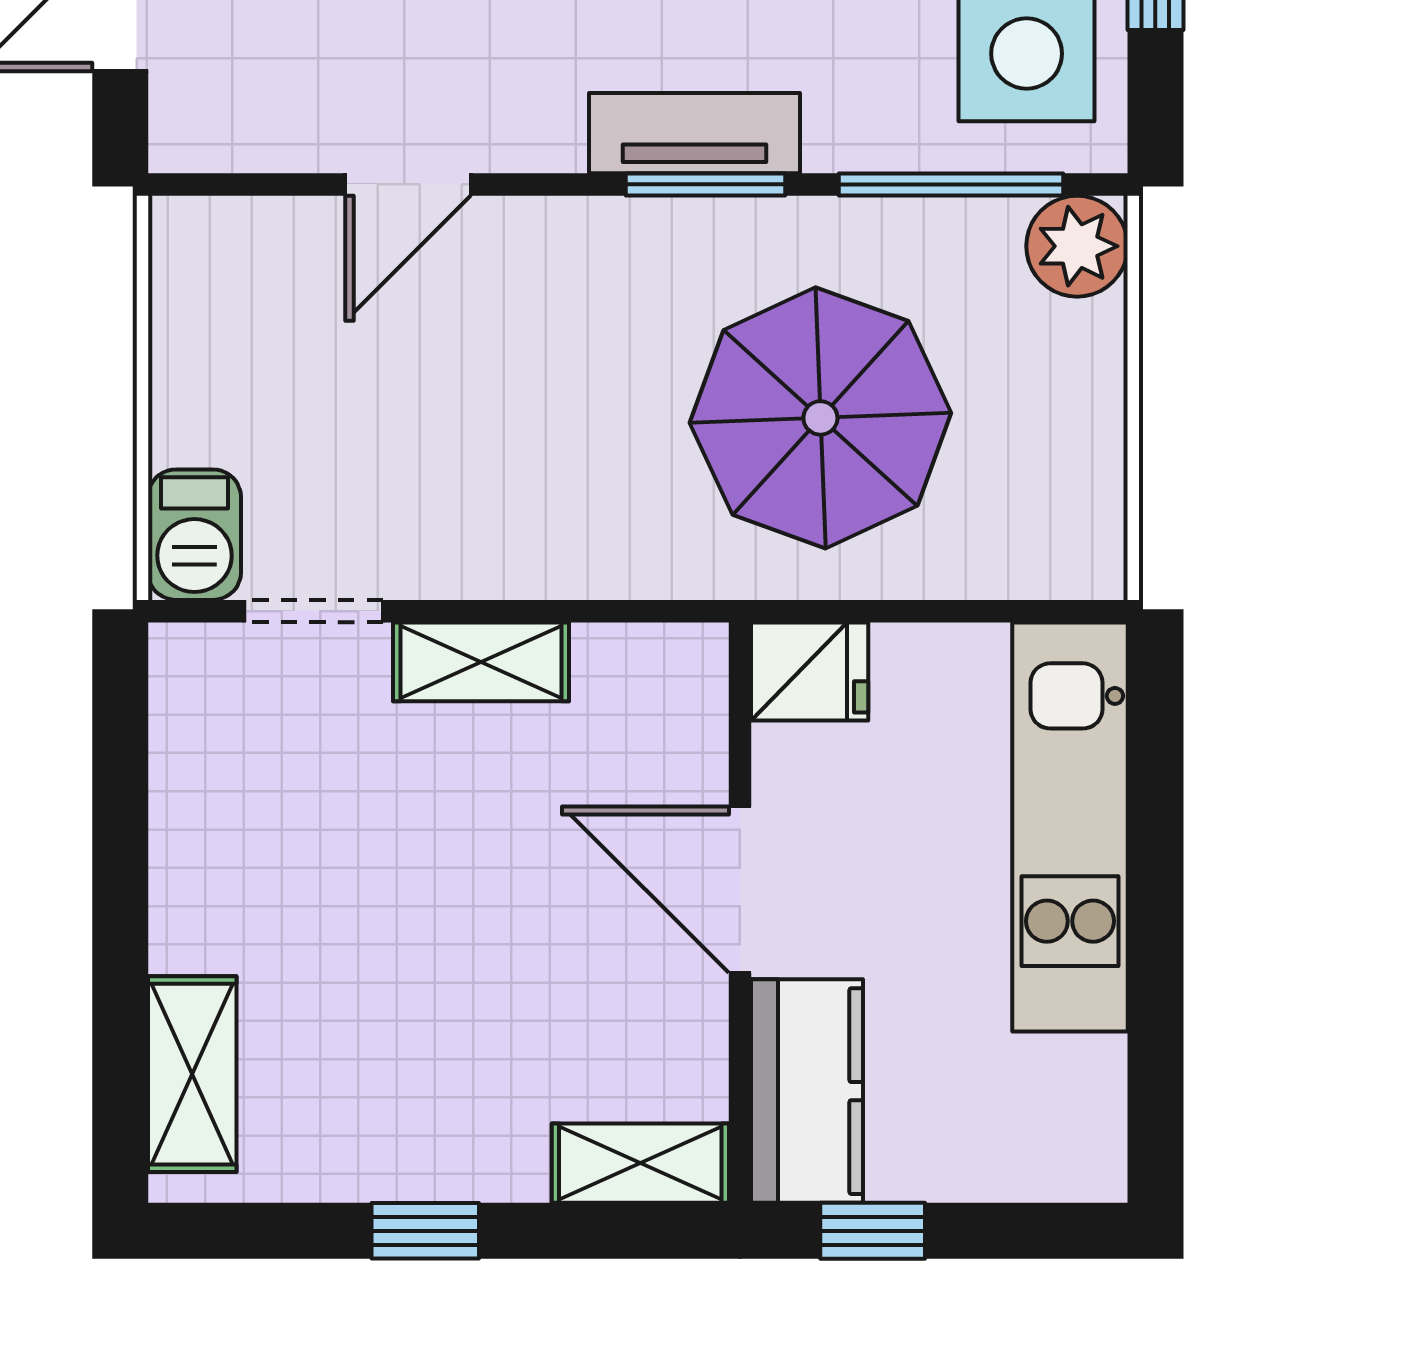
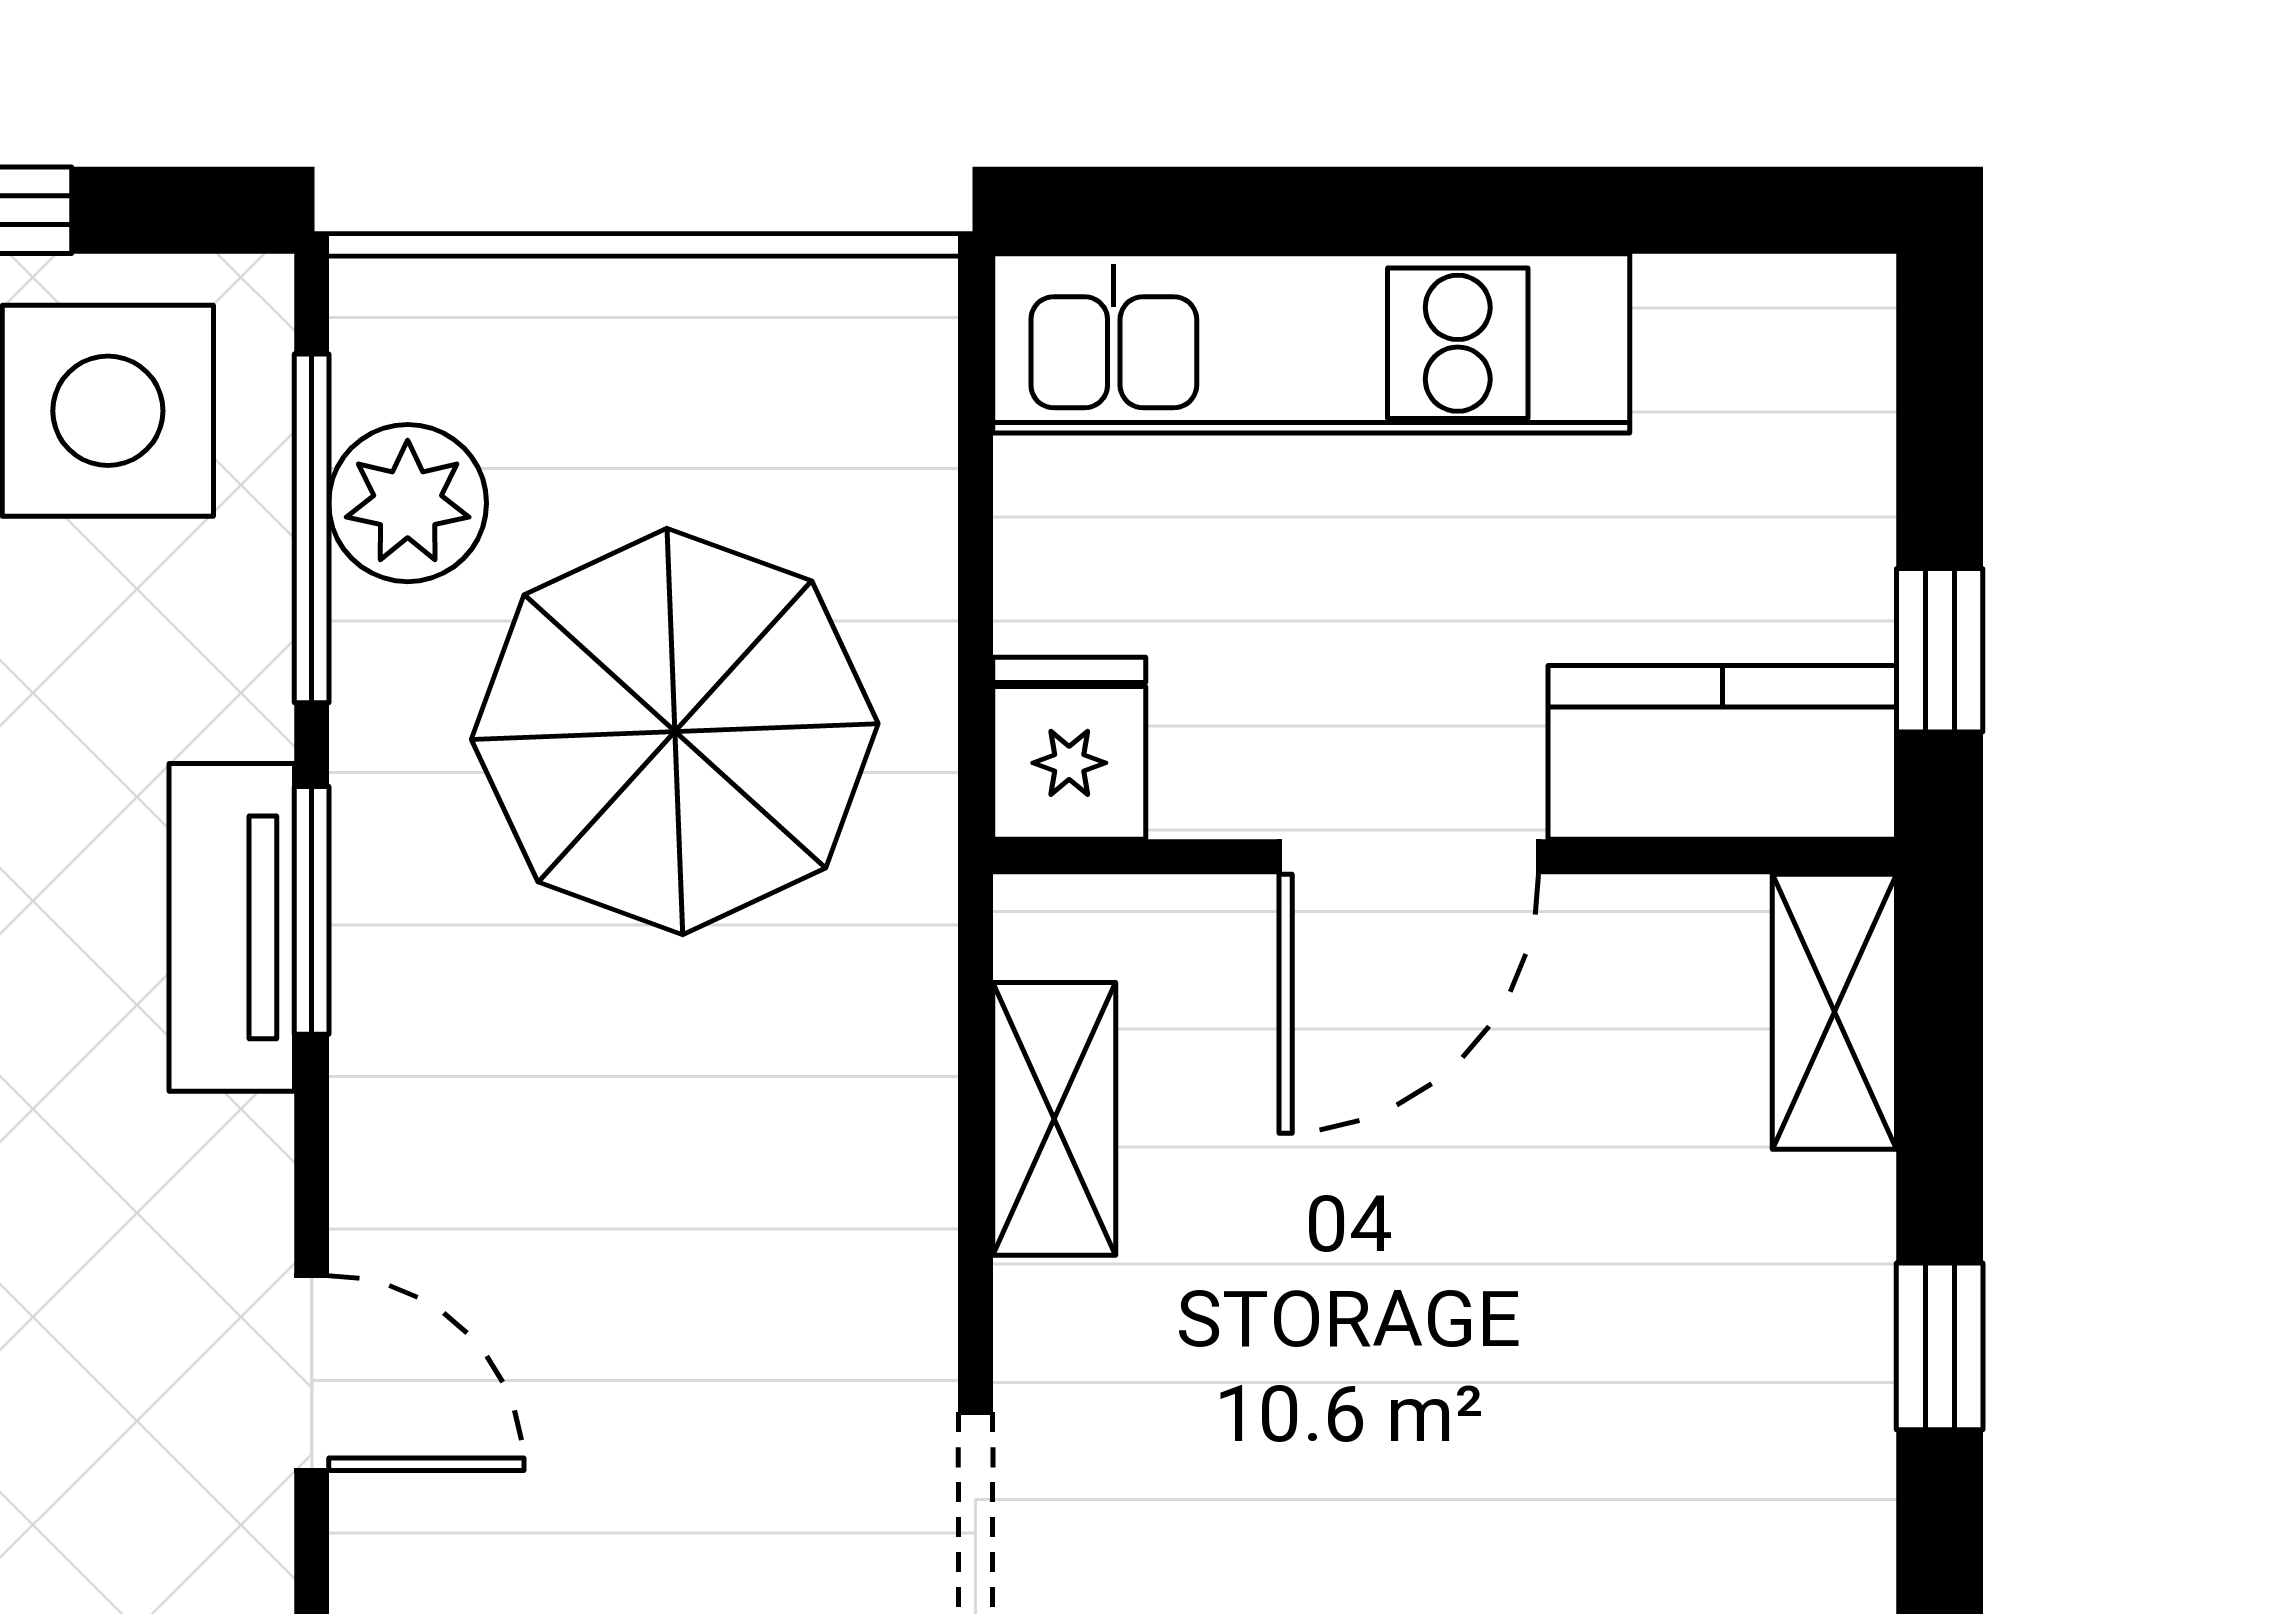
plant: (1077, 246) -> (408, 503), moved
shelving: (481, 662) -> (1054, 1119), moved

